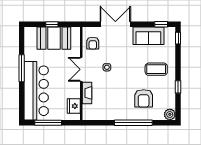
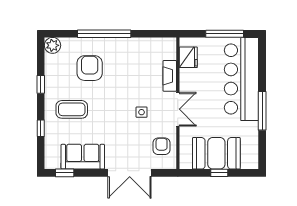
window: (178, 38) -> (41, 128), moved

